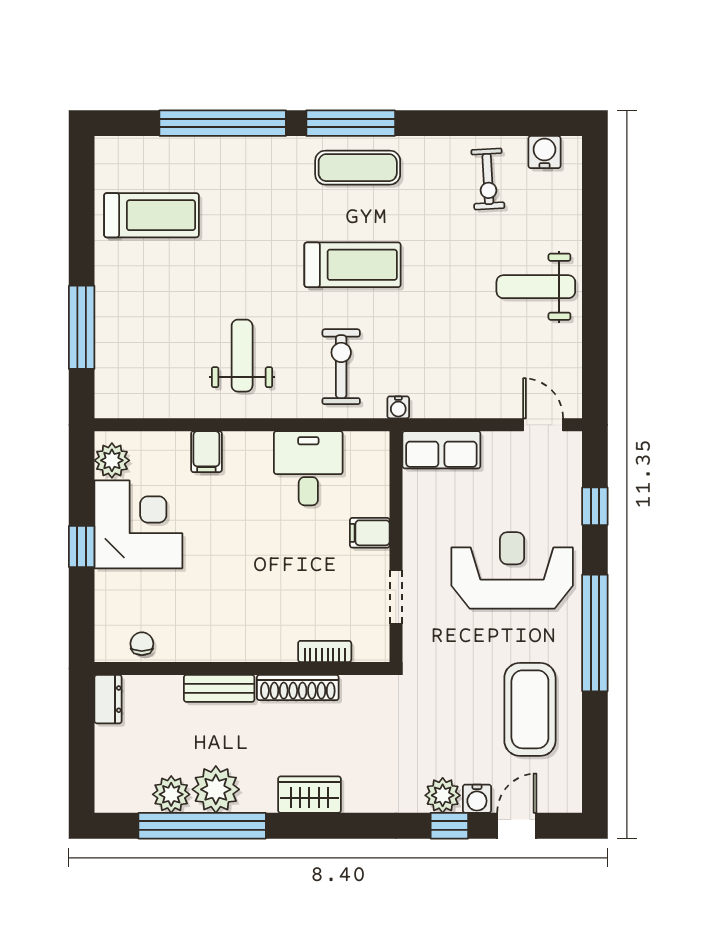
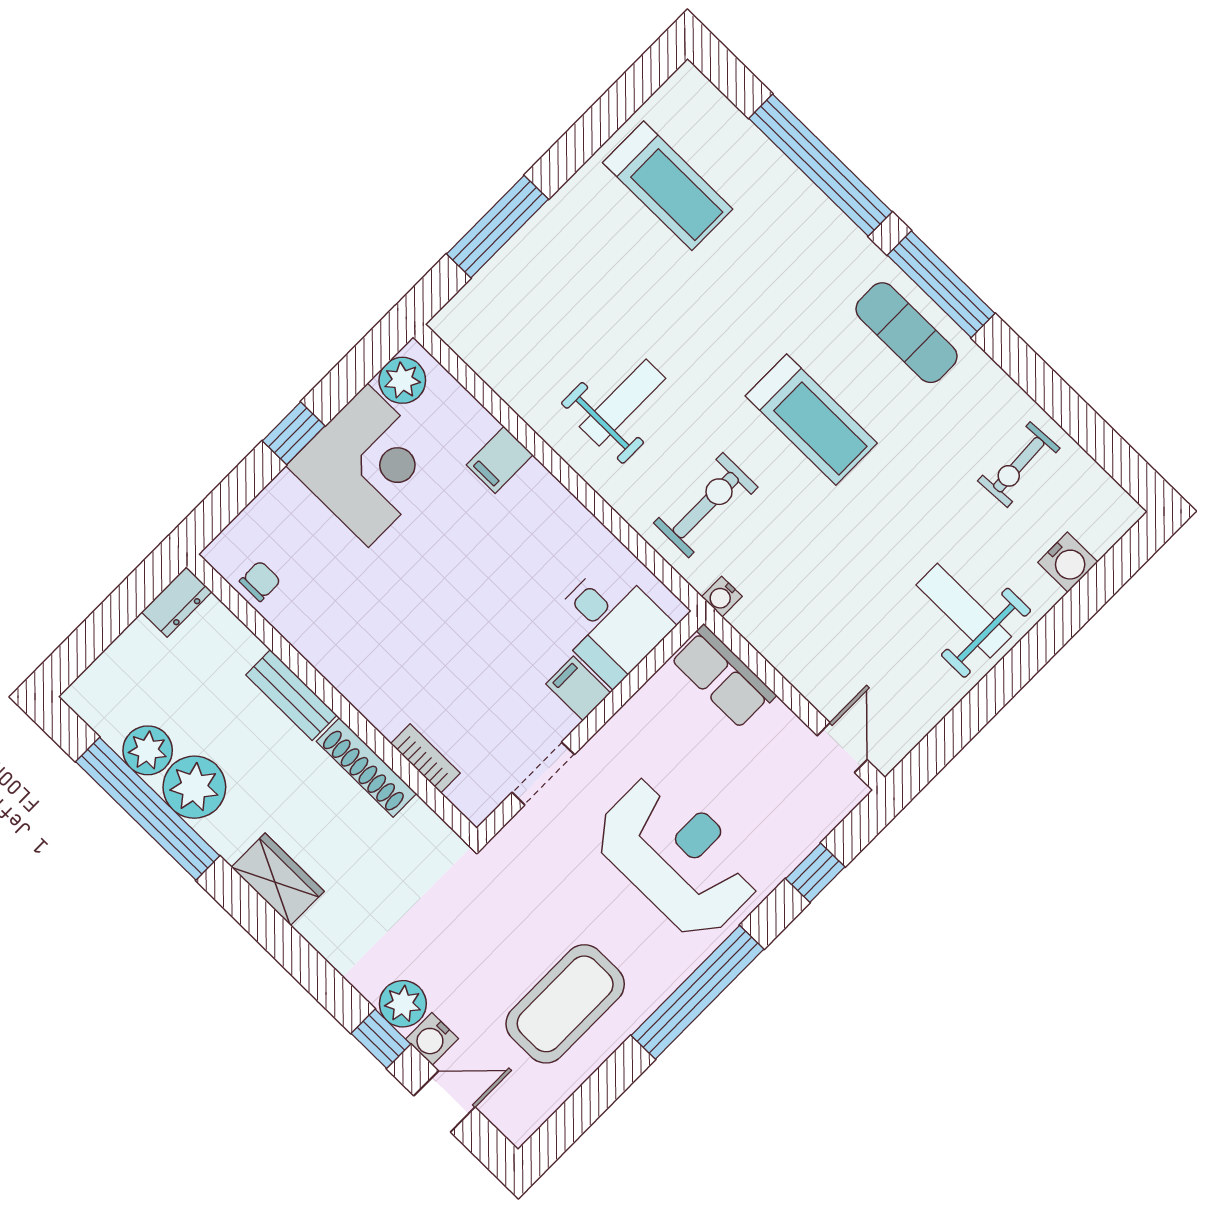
water cooler: (544, 152) -> (1068, 562), moved, turned 90
desk: (308, 468) -> (610, 623), moved, turned 90

